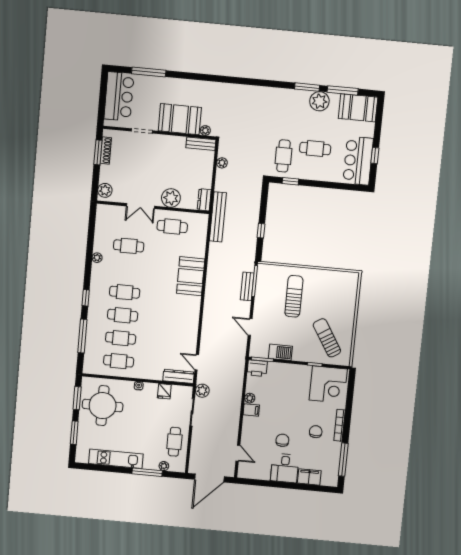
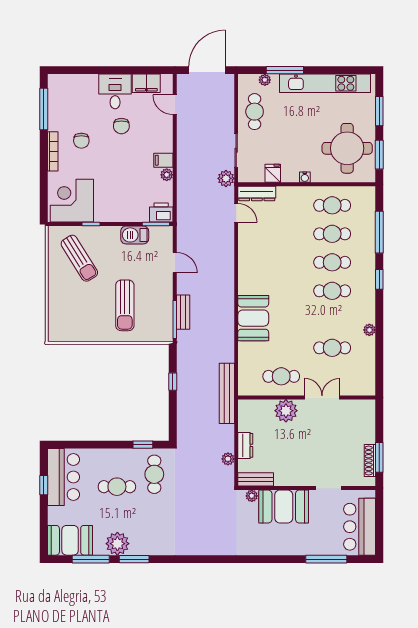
plant: (105, 190) -> (367, 412), removed
dresser: (204, 200) -> (245, 445), moved
kitchen unit: (116, 459) -> (325, 83), width x1.36
filing cabinet: (309, 477) -> (146, 83), moved

